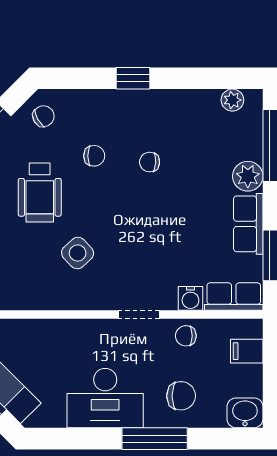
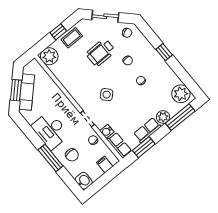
plant: (232, 100) -> (181, 94), width x1.87, depth x1.87
side table: (78, 253) -> (107, 95), moved

